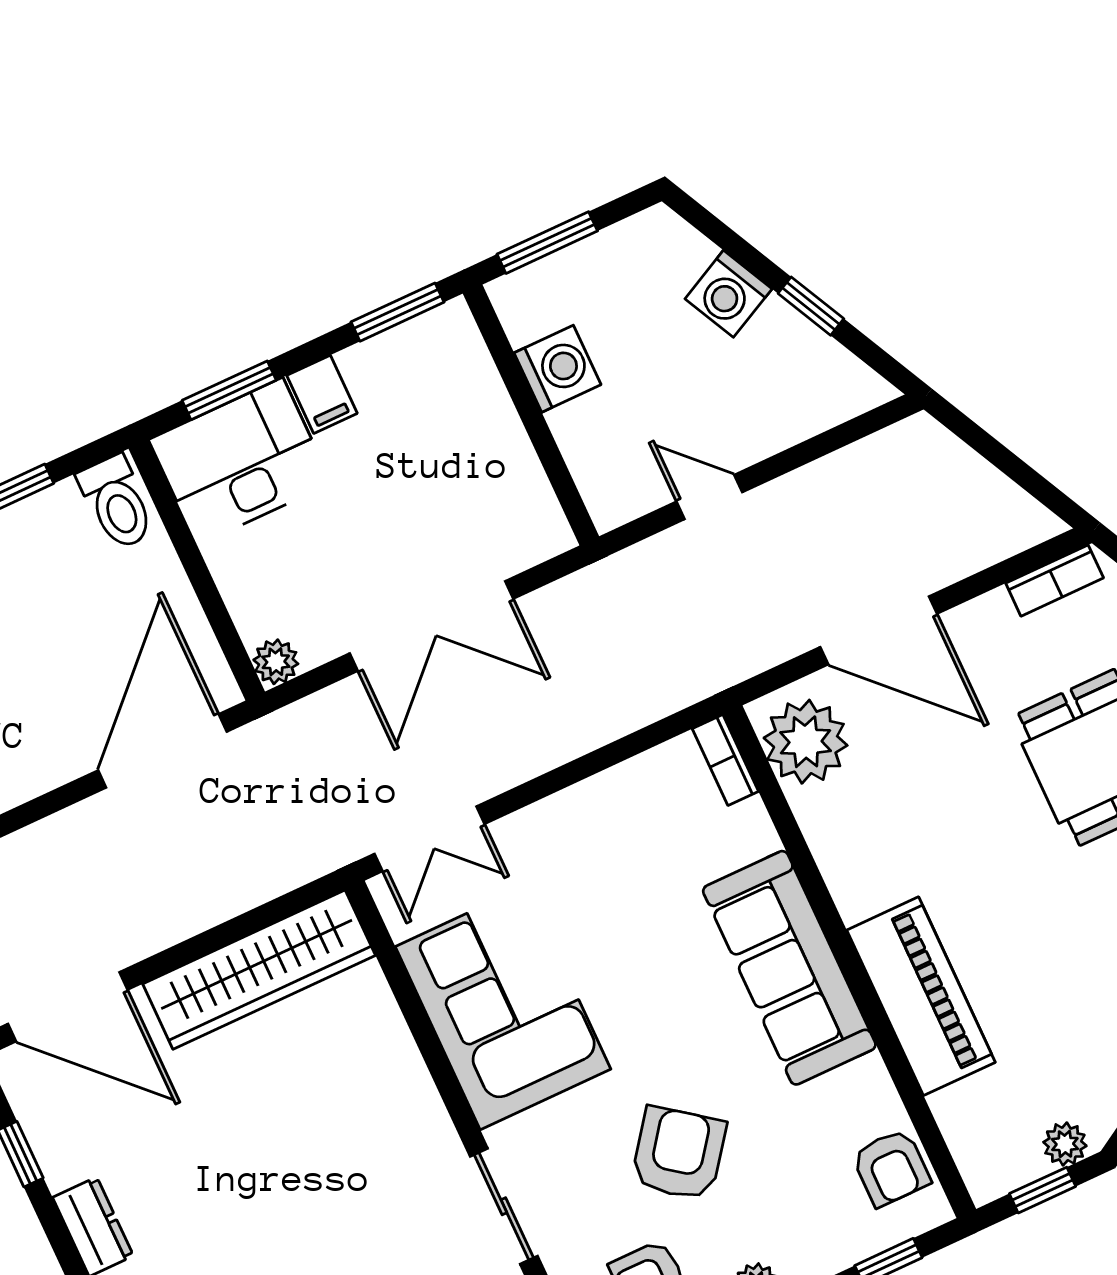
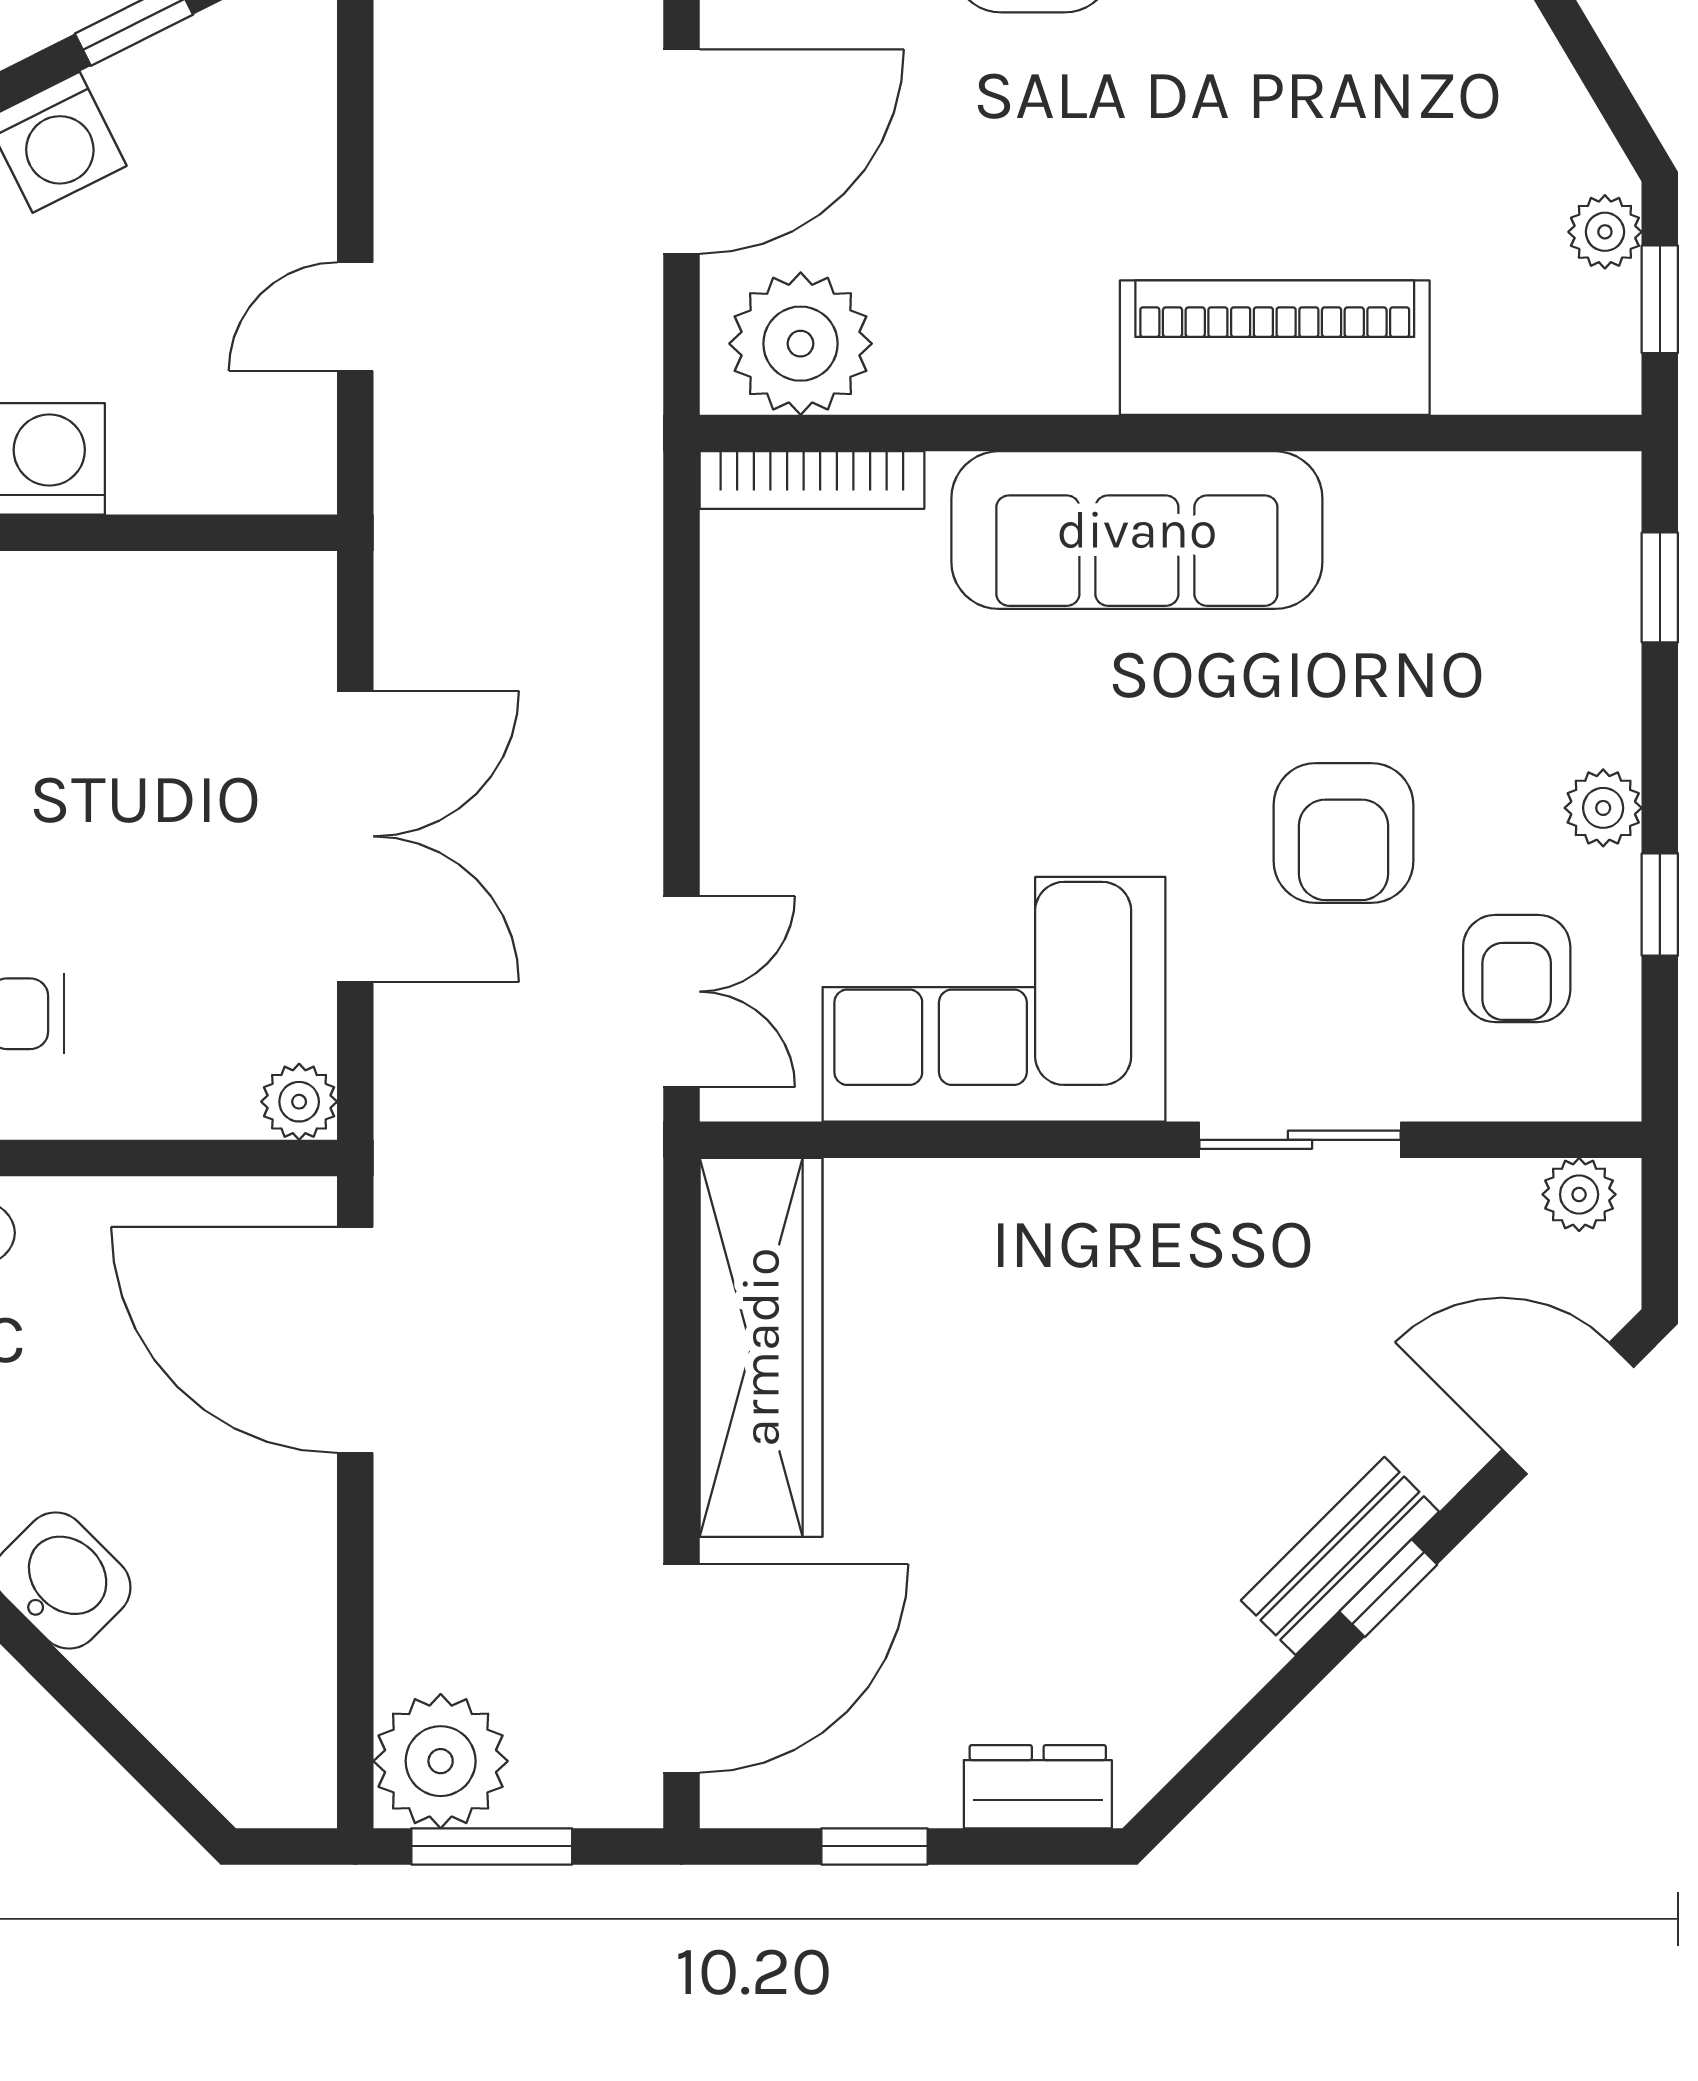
bookcase: (725, 760) -> (812, 480), width x1.56
armchair: (679, 1153) -> (1343, 833), turned -127
armchair: (891, 1168) -> (1517, 516), removed

